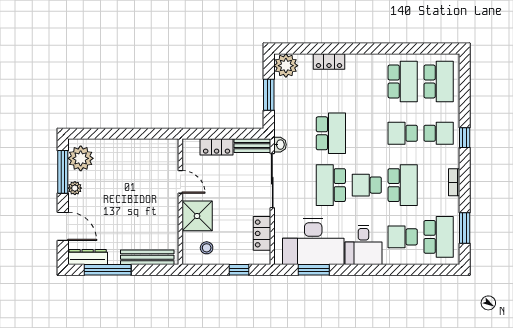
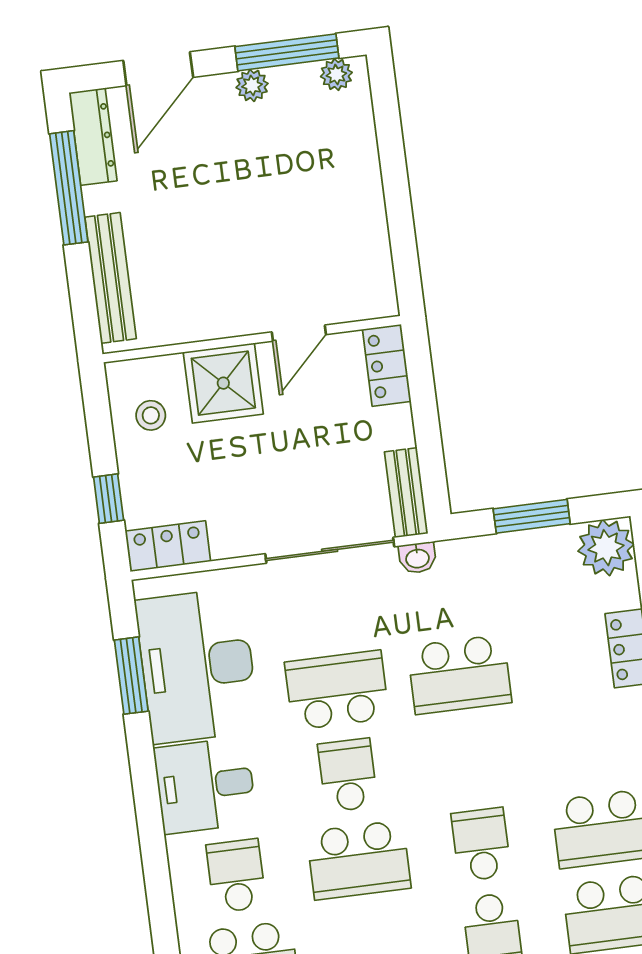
locker: (217, 147) -> (387, 365), moved
plant: (81, 158) -> (336, 75), width x0.53, depth x0.53
locker: (262, 233) -> (168, 546), moved

